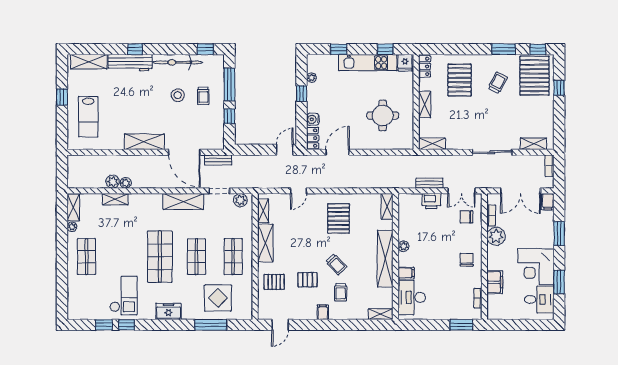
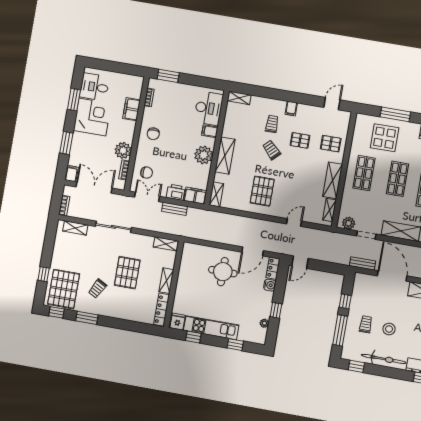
locker: (425, 66) -> (162, 310), width x1.53
pallet: (460, 80) -> (127, 273), moved
round table: (383, 115) -> (223, 272), moved
filing cabinet: (410, 201) -> (195, 196), added
plant: (403, 246) -> (204, 155), width x1.87, depth x1.87
shelving: (385, 259) -> (225, 156), width x0.68

